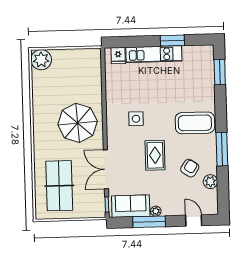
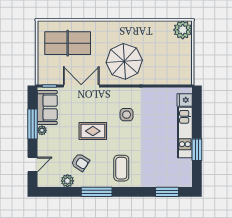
coffee table: (195, 123) -> (121, 168), width x0.73, depth x0.76

